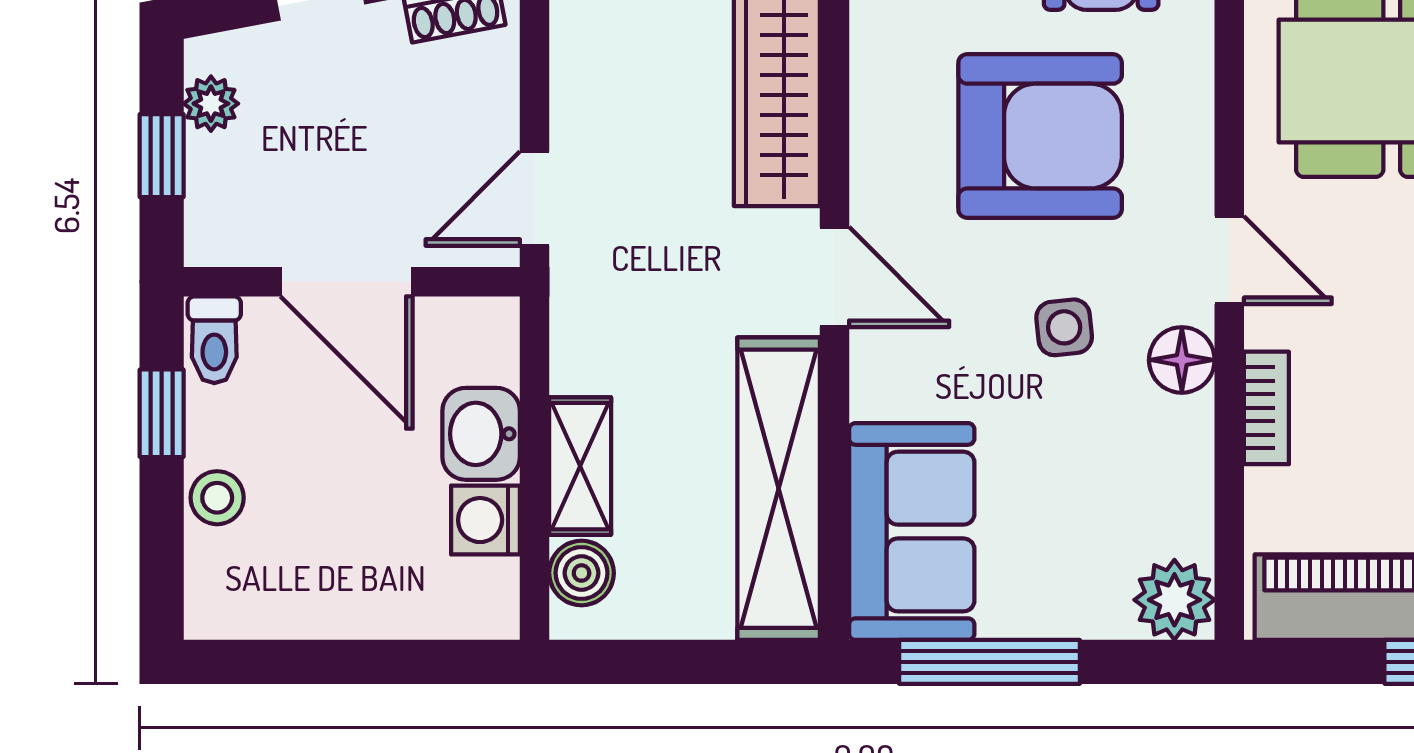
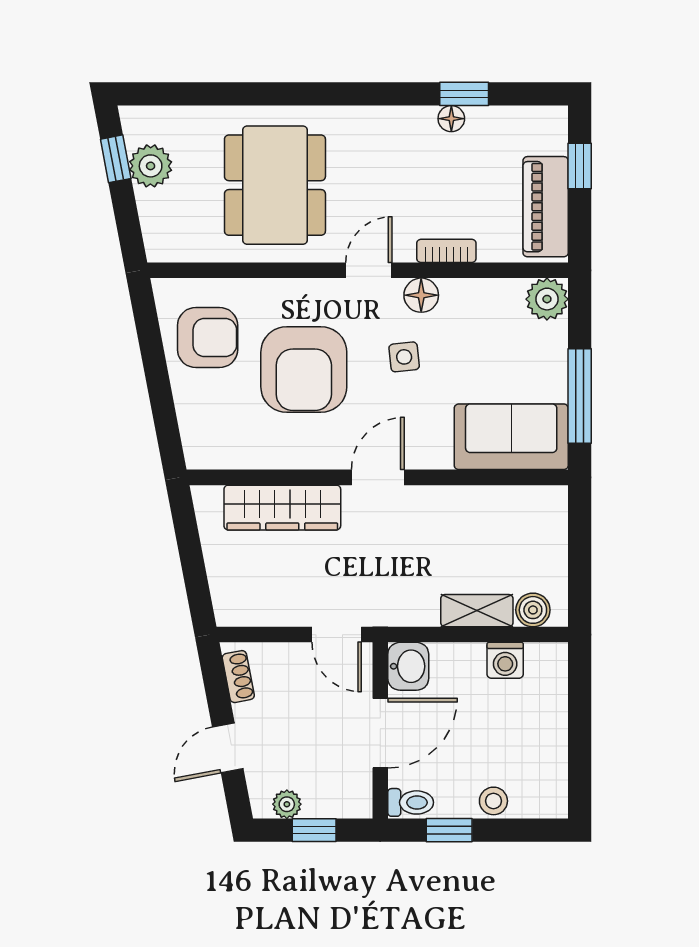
armchair: (1040, 136) -> (304, 370), turned 180
washbasin: (481, 434) -> (408, 666), moved, turned -90
shelving: (779, 489) -> (489, 507), removed

